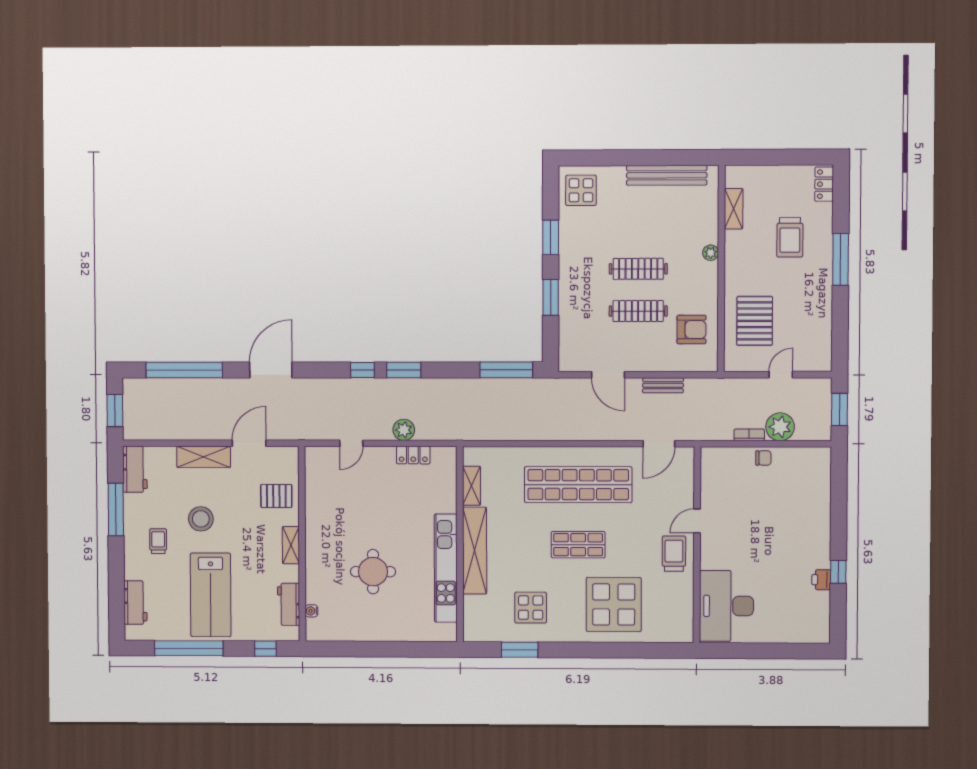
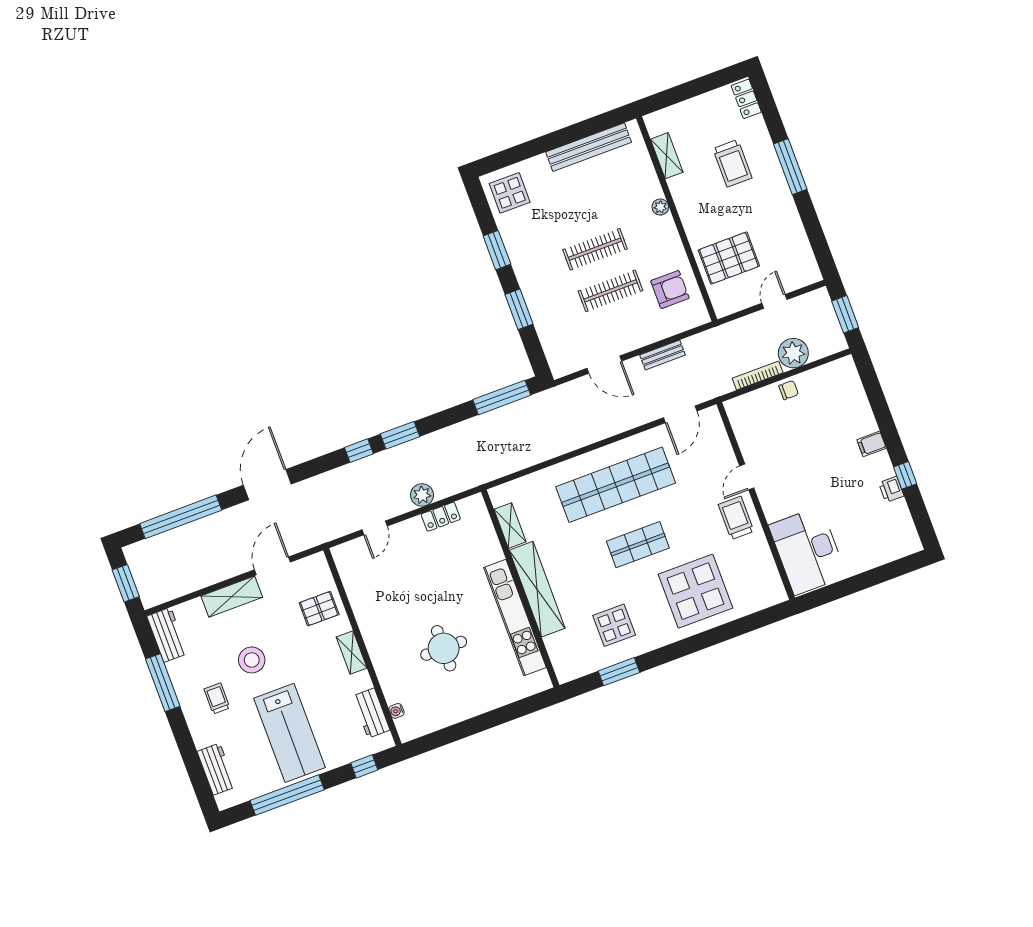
pallet: (755, 321) -> (729, 258), turned 90
bookcase: (749, 435) -> (758, 376), width x1.56
filing cabinet: (819, 533) -> (872, 444), added

